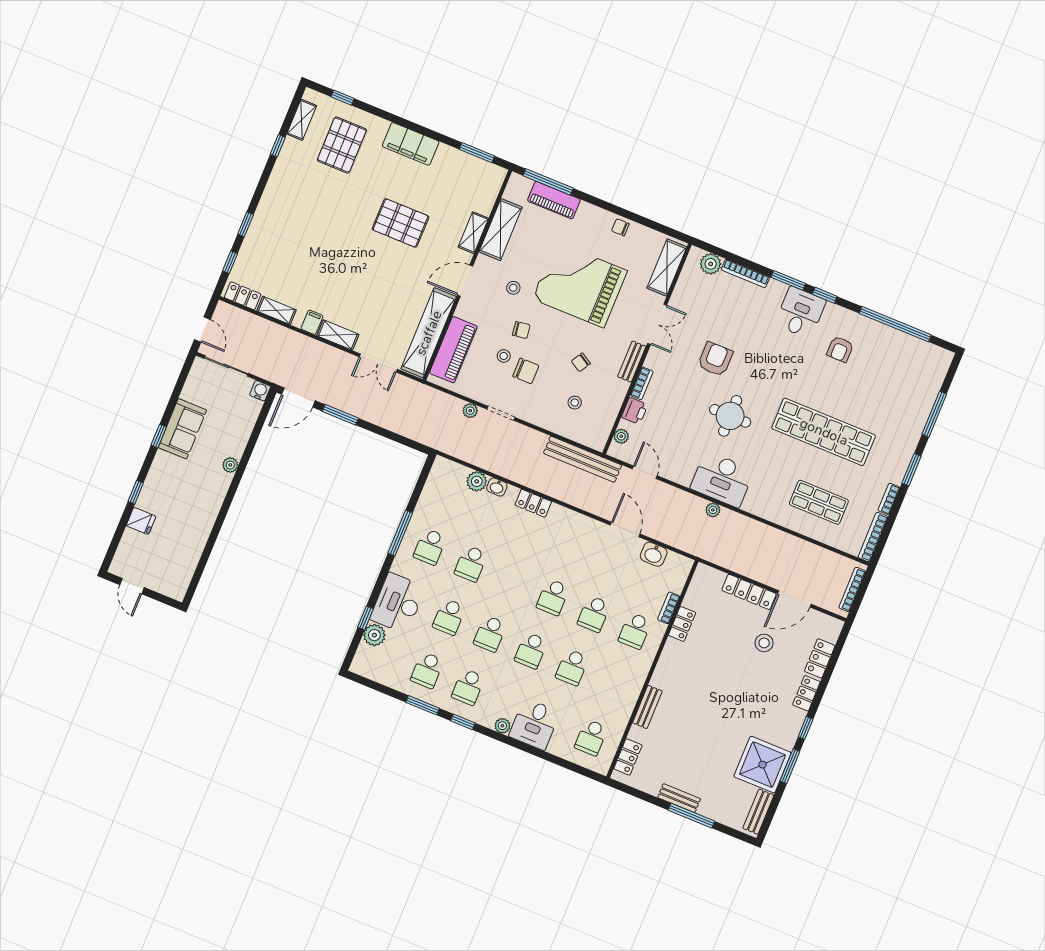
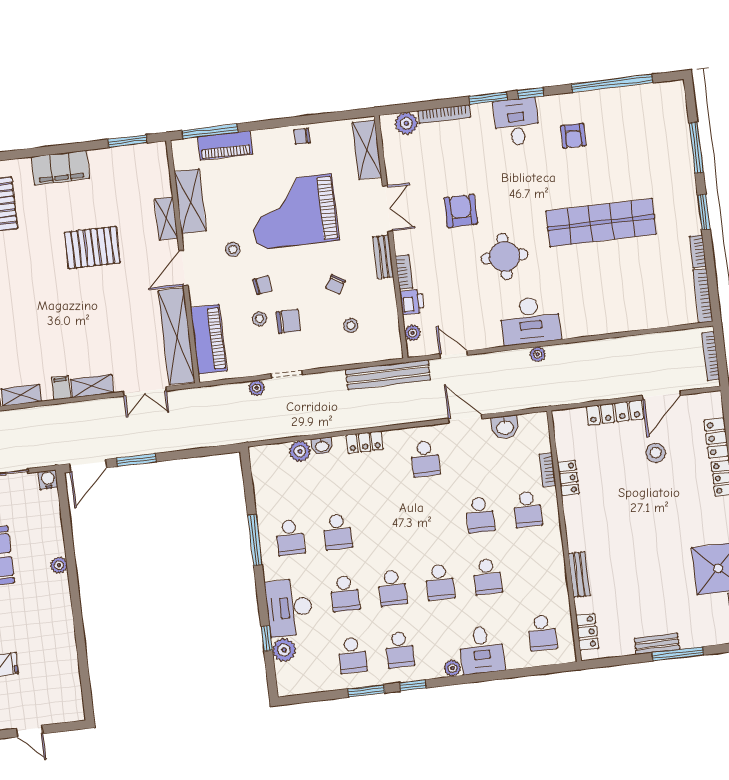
shop shelf: (819, 502) -> (634, 291), removed
school desk: (553, 597) -> (425, 459), moved

